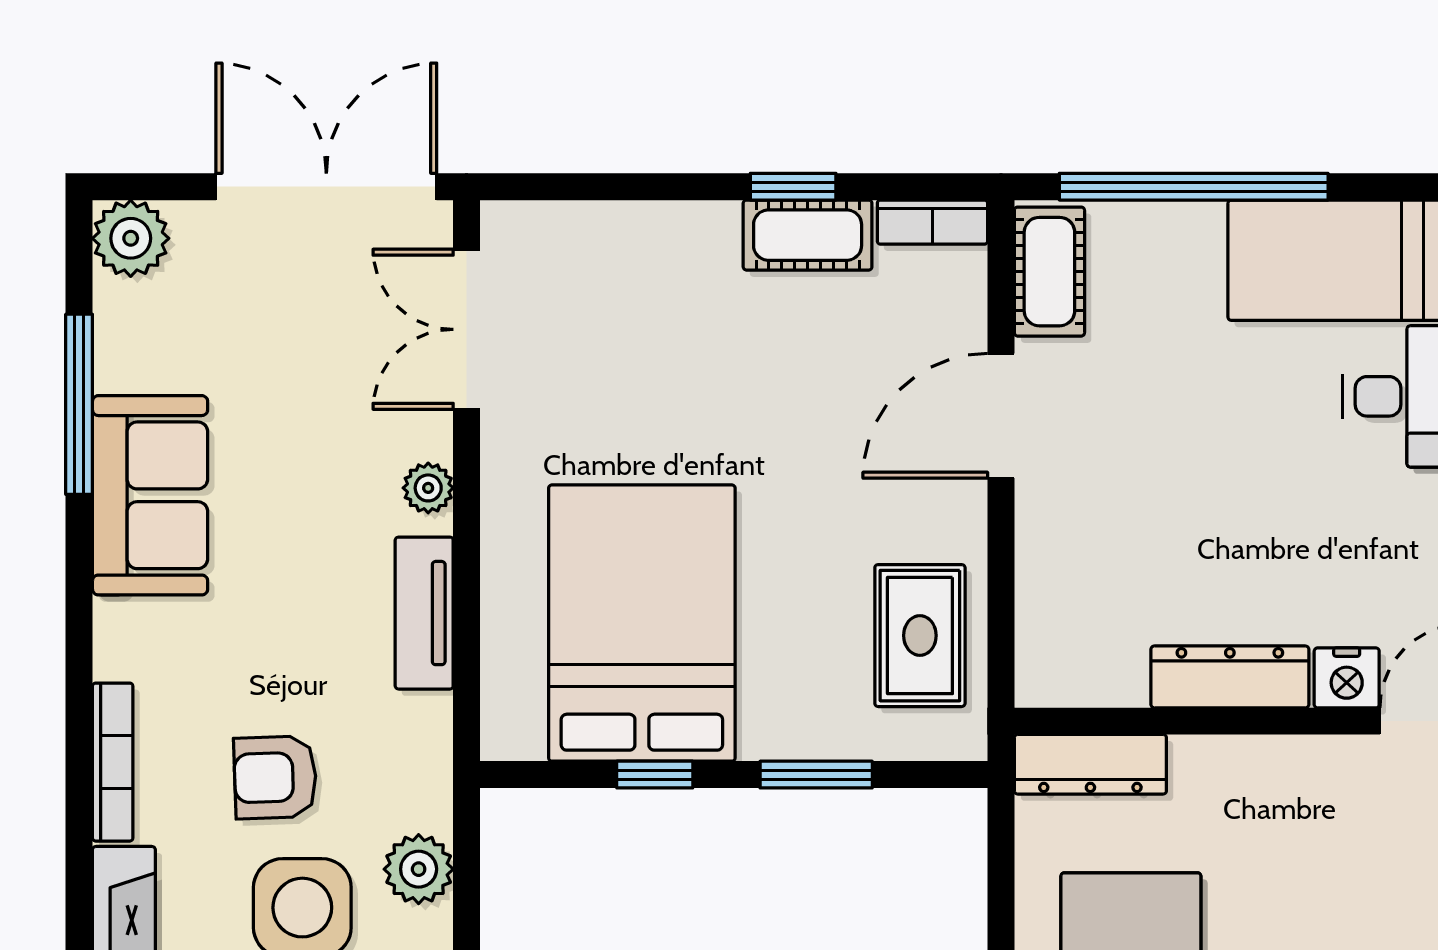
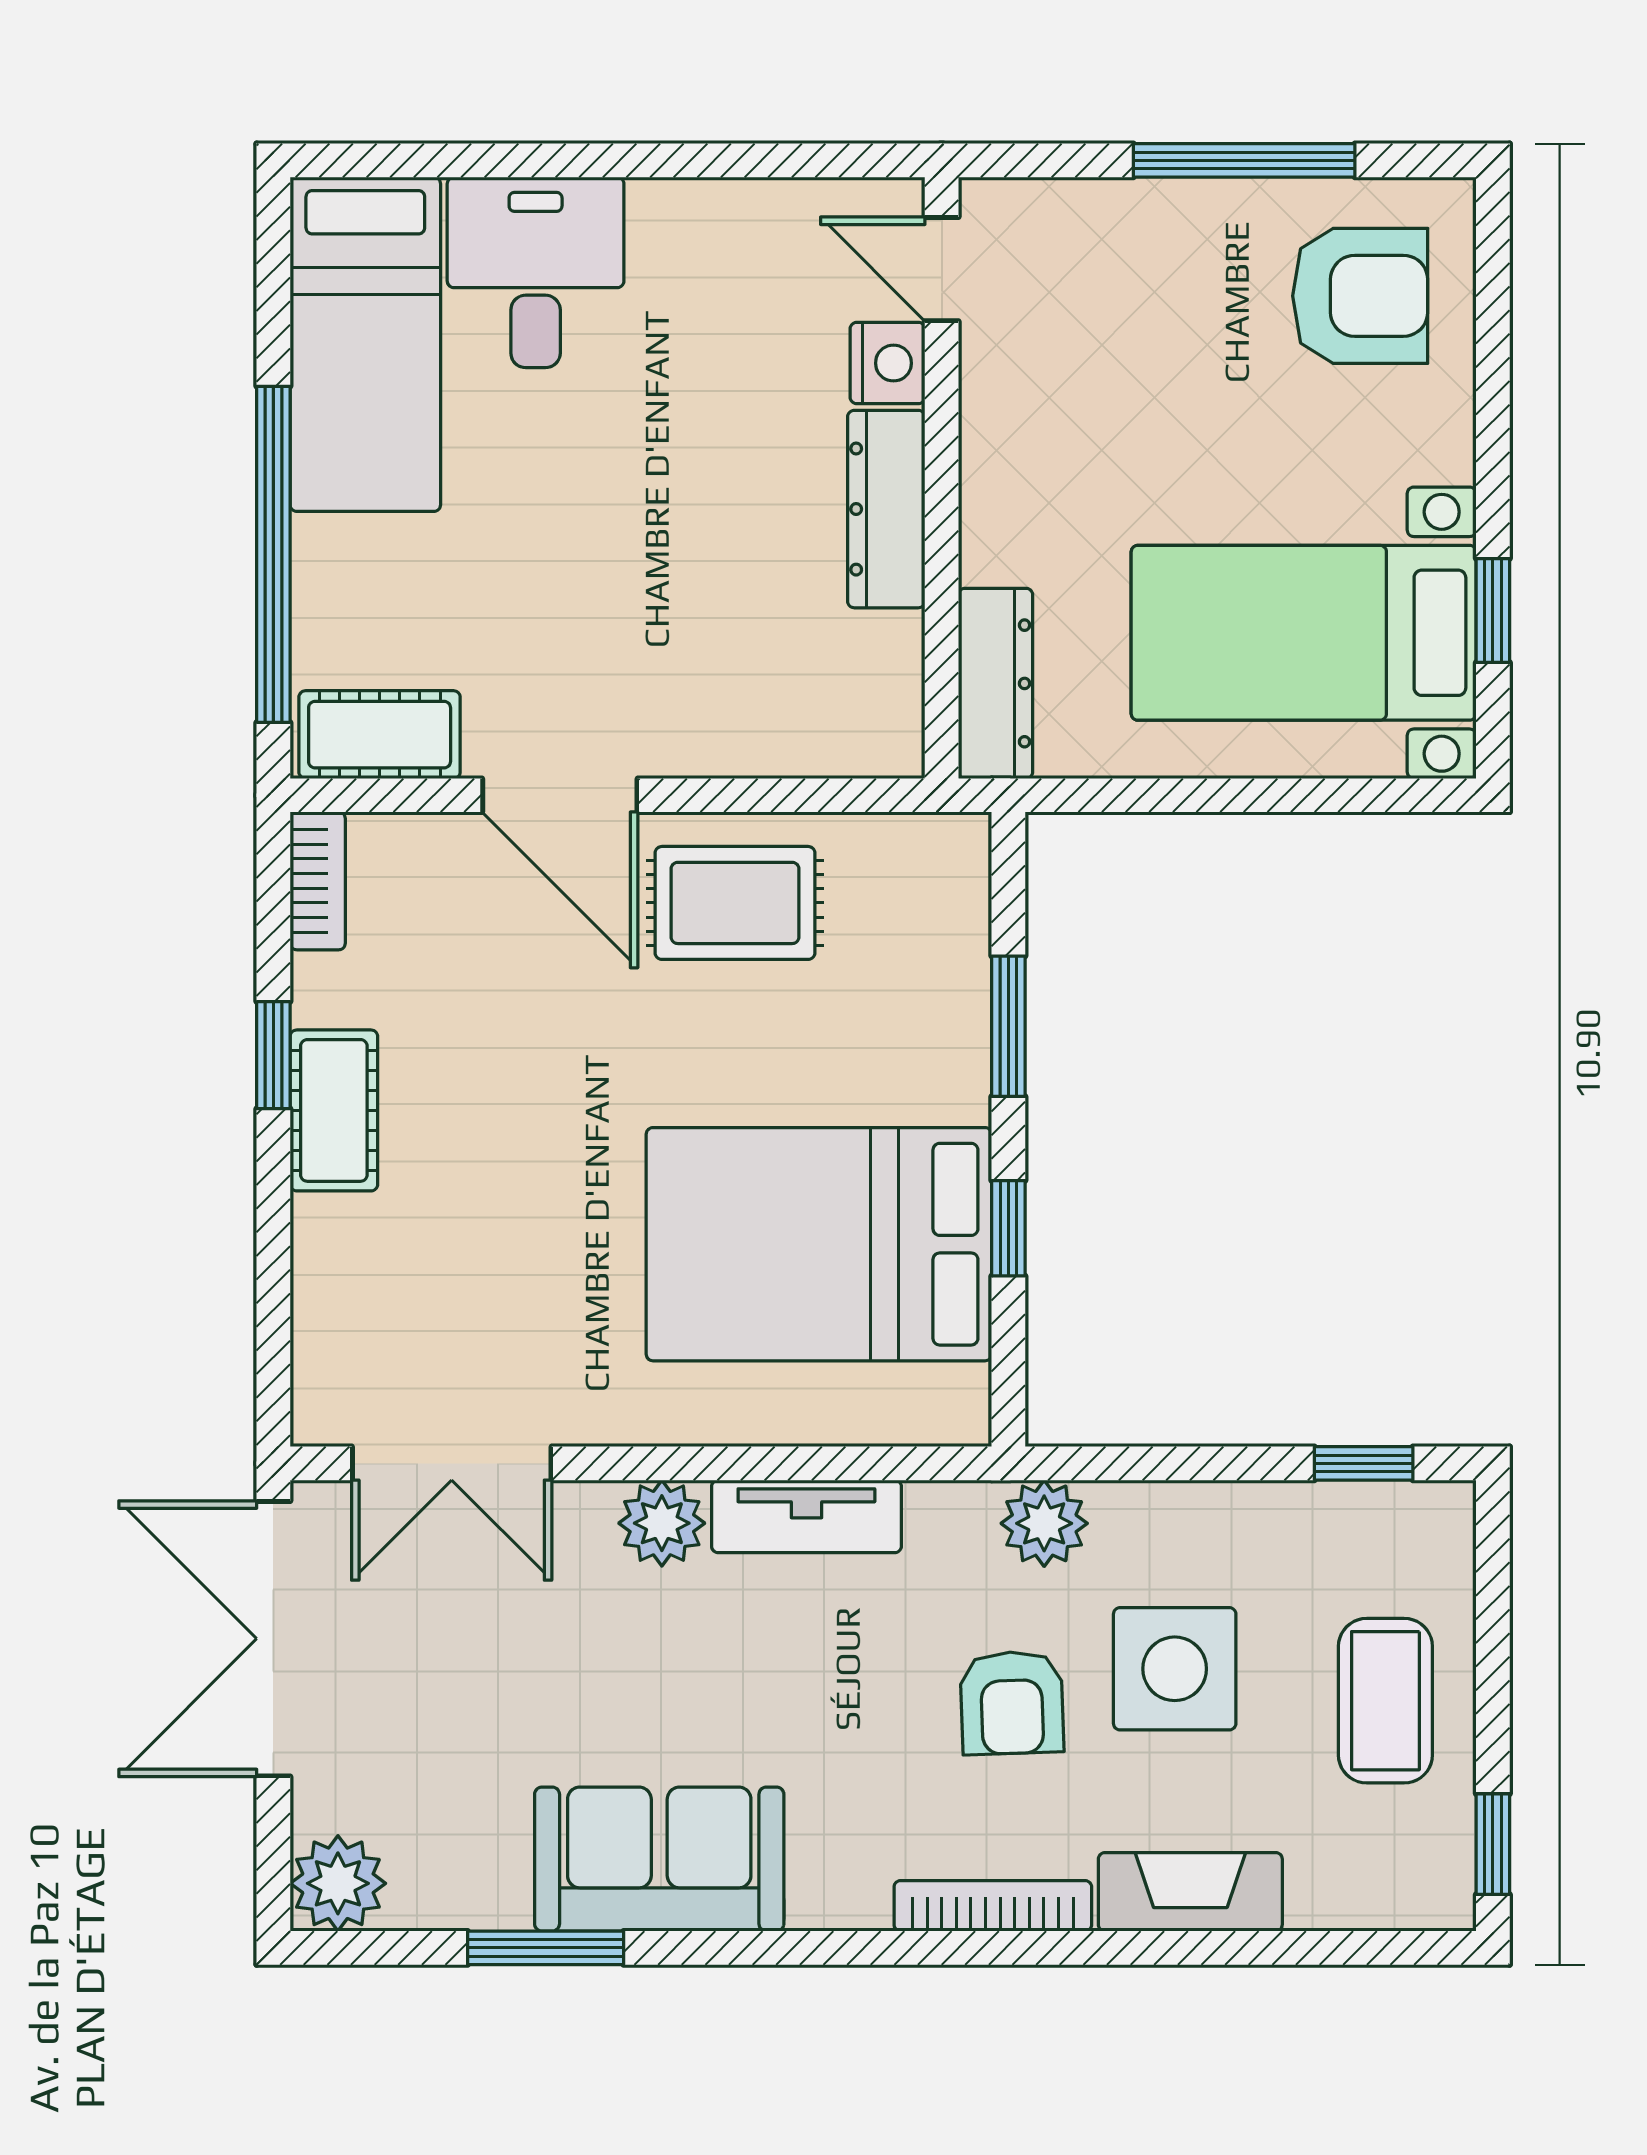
cot: (808, 235) -> (334, 1110), moved
window: (79, 404) -> (546, 1948), width x0.69
plant: (428, 488) -> (662, 1523), width x1.38, depth x1.38
rug: (920, 636) -> (735, 903), moved
plant: (419, 869) -> (1044, 1523), moved

